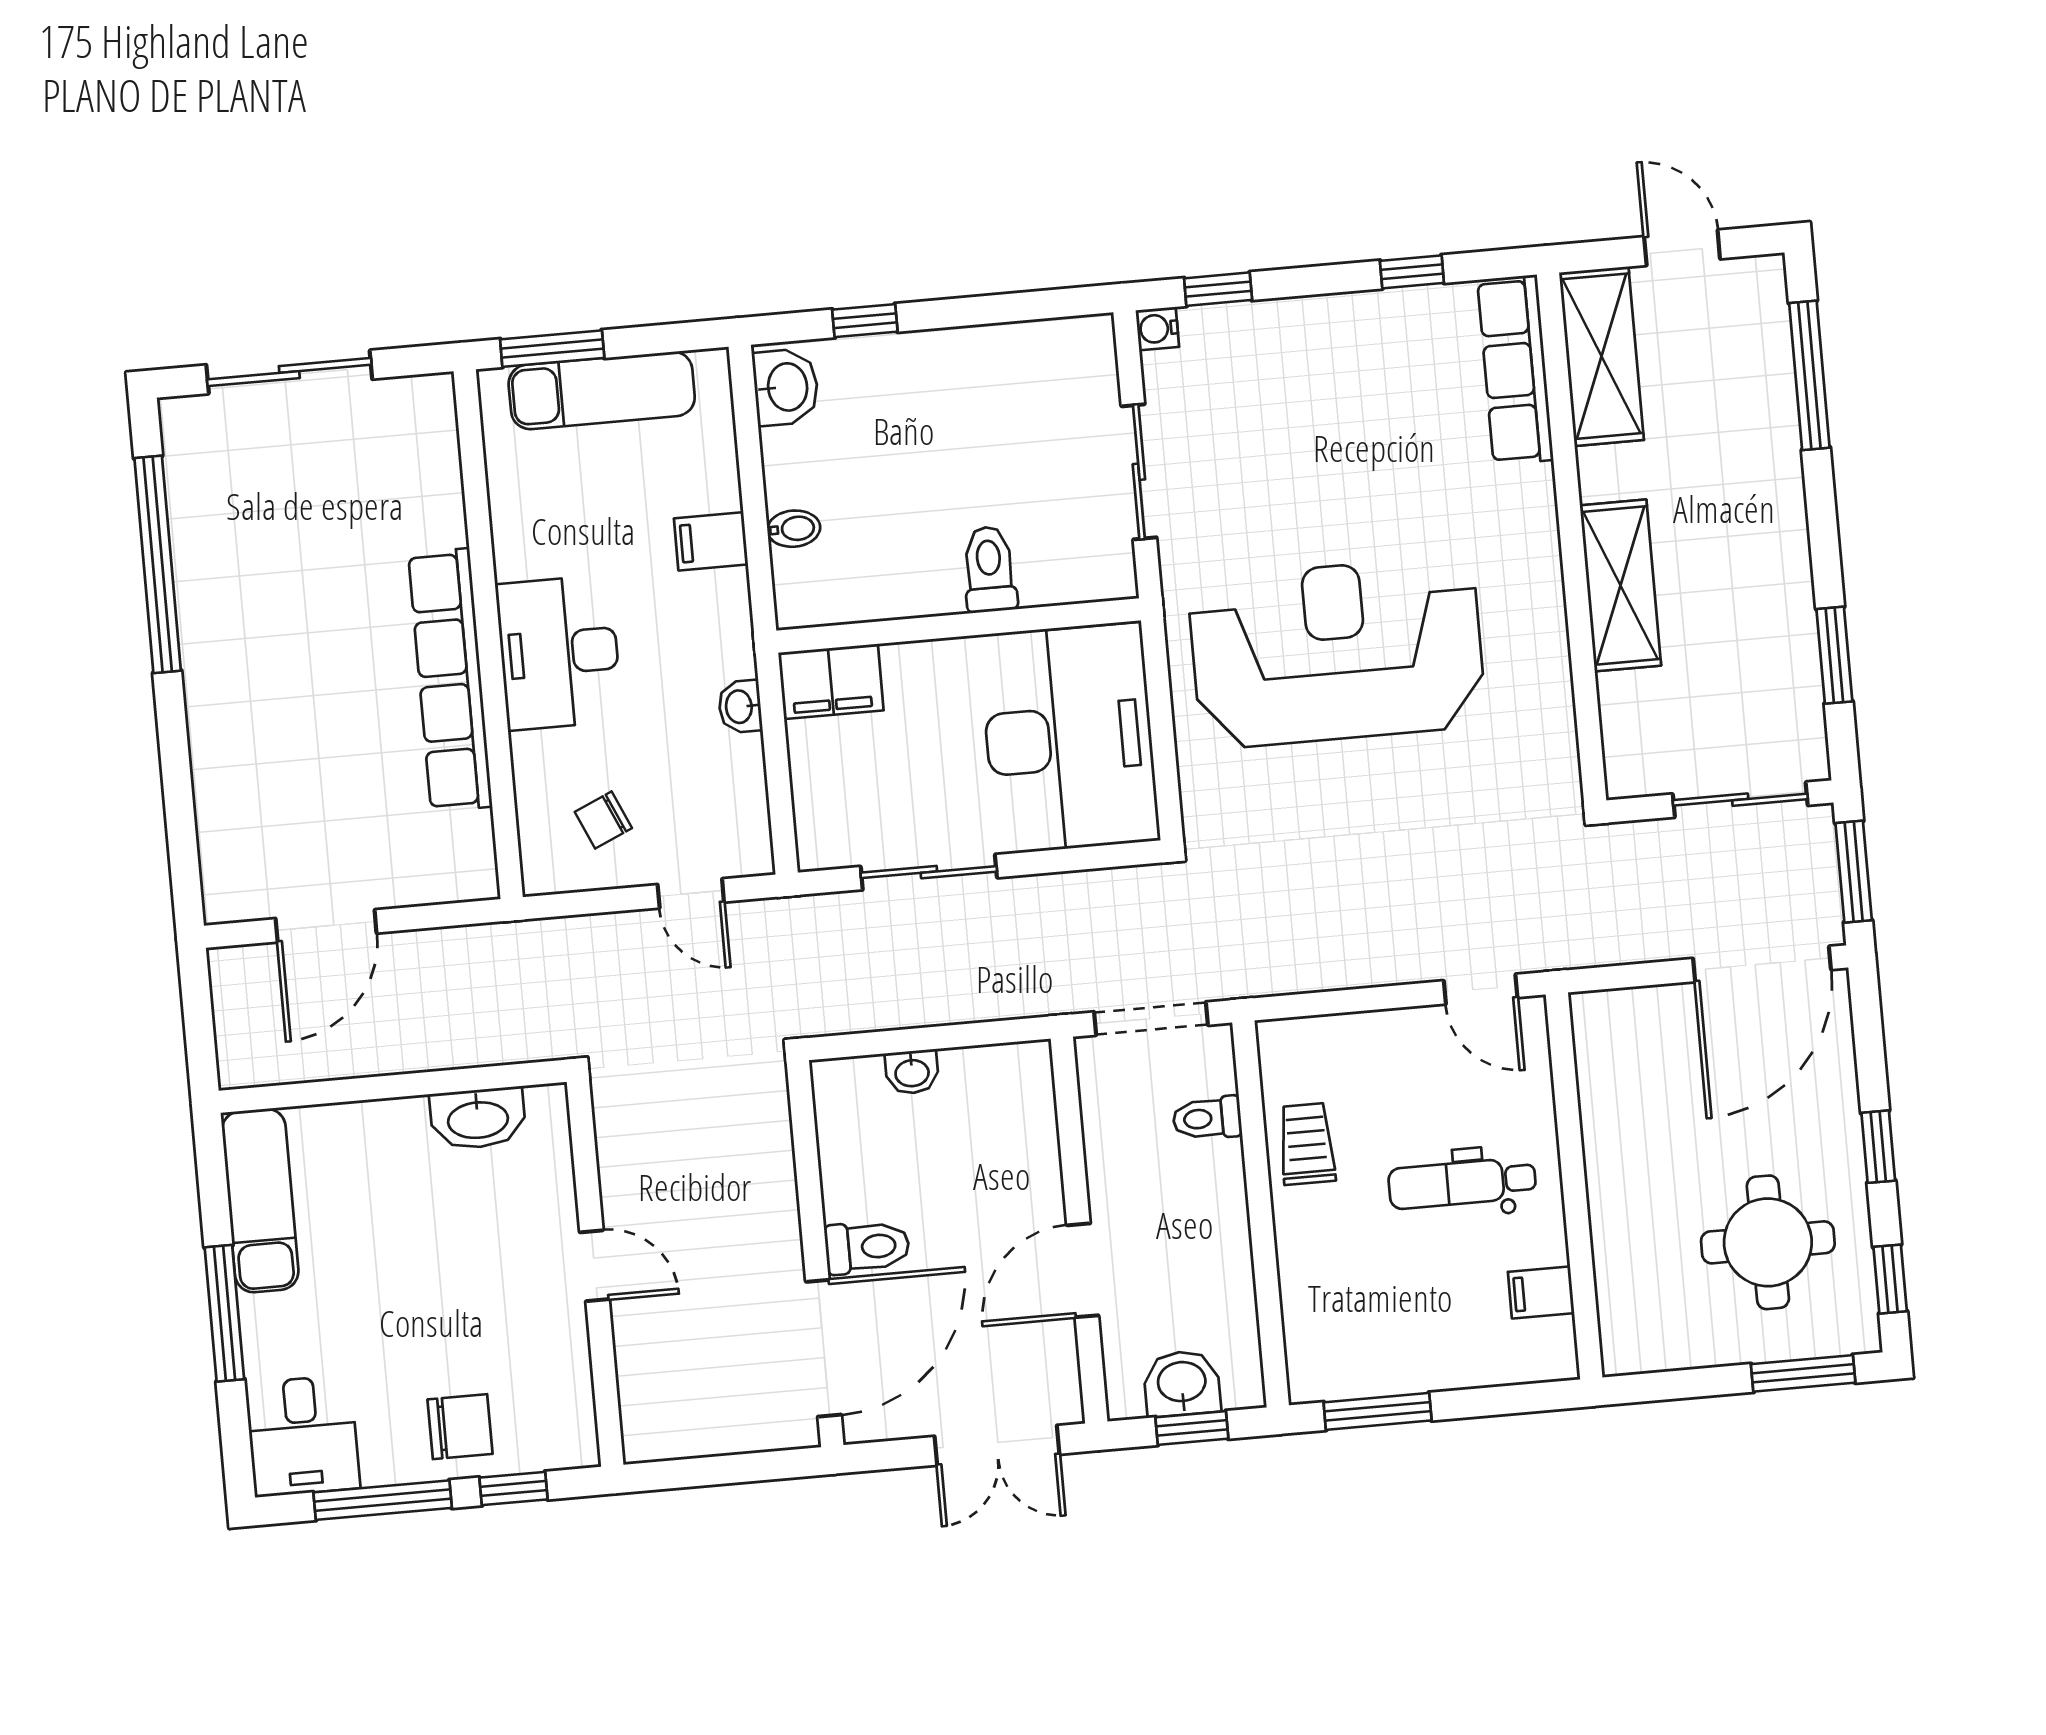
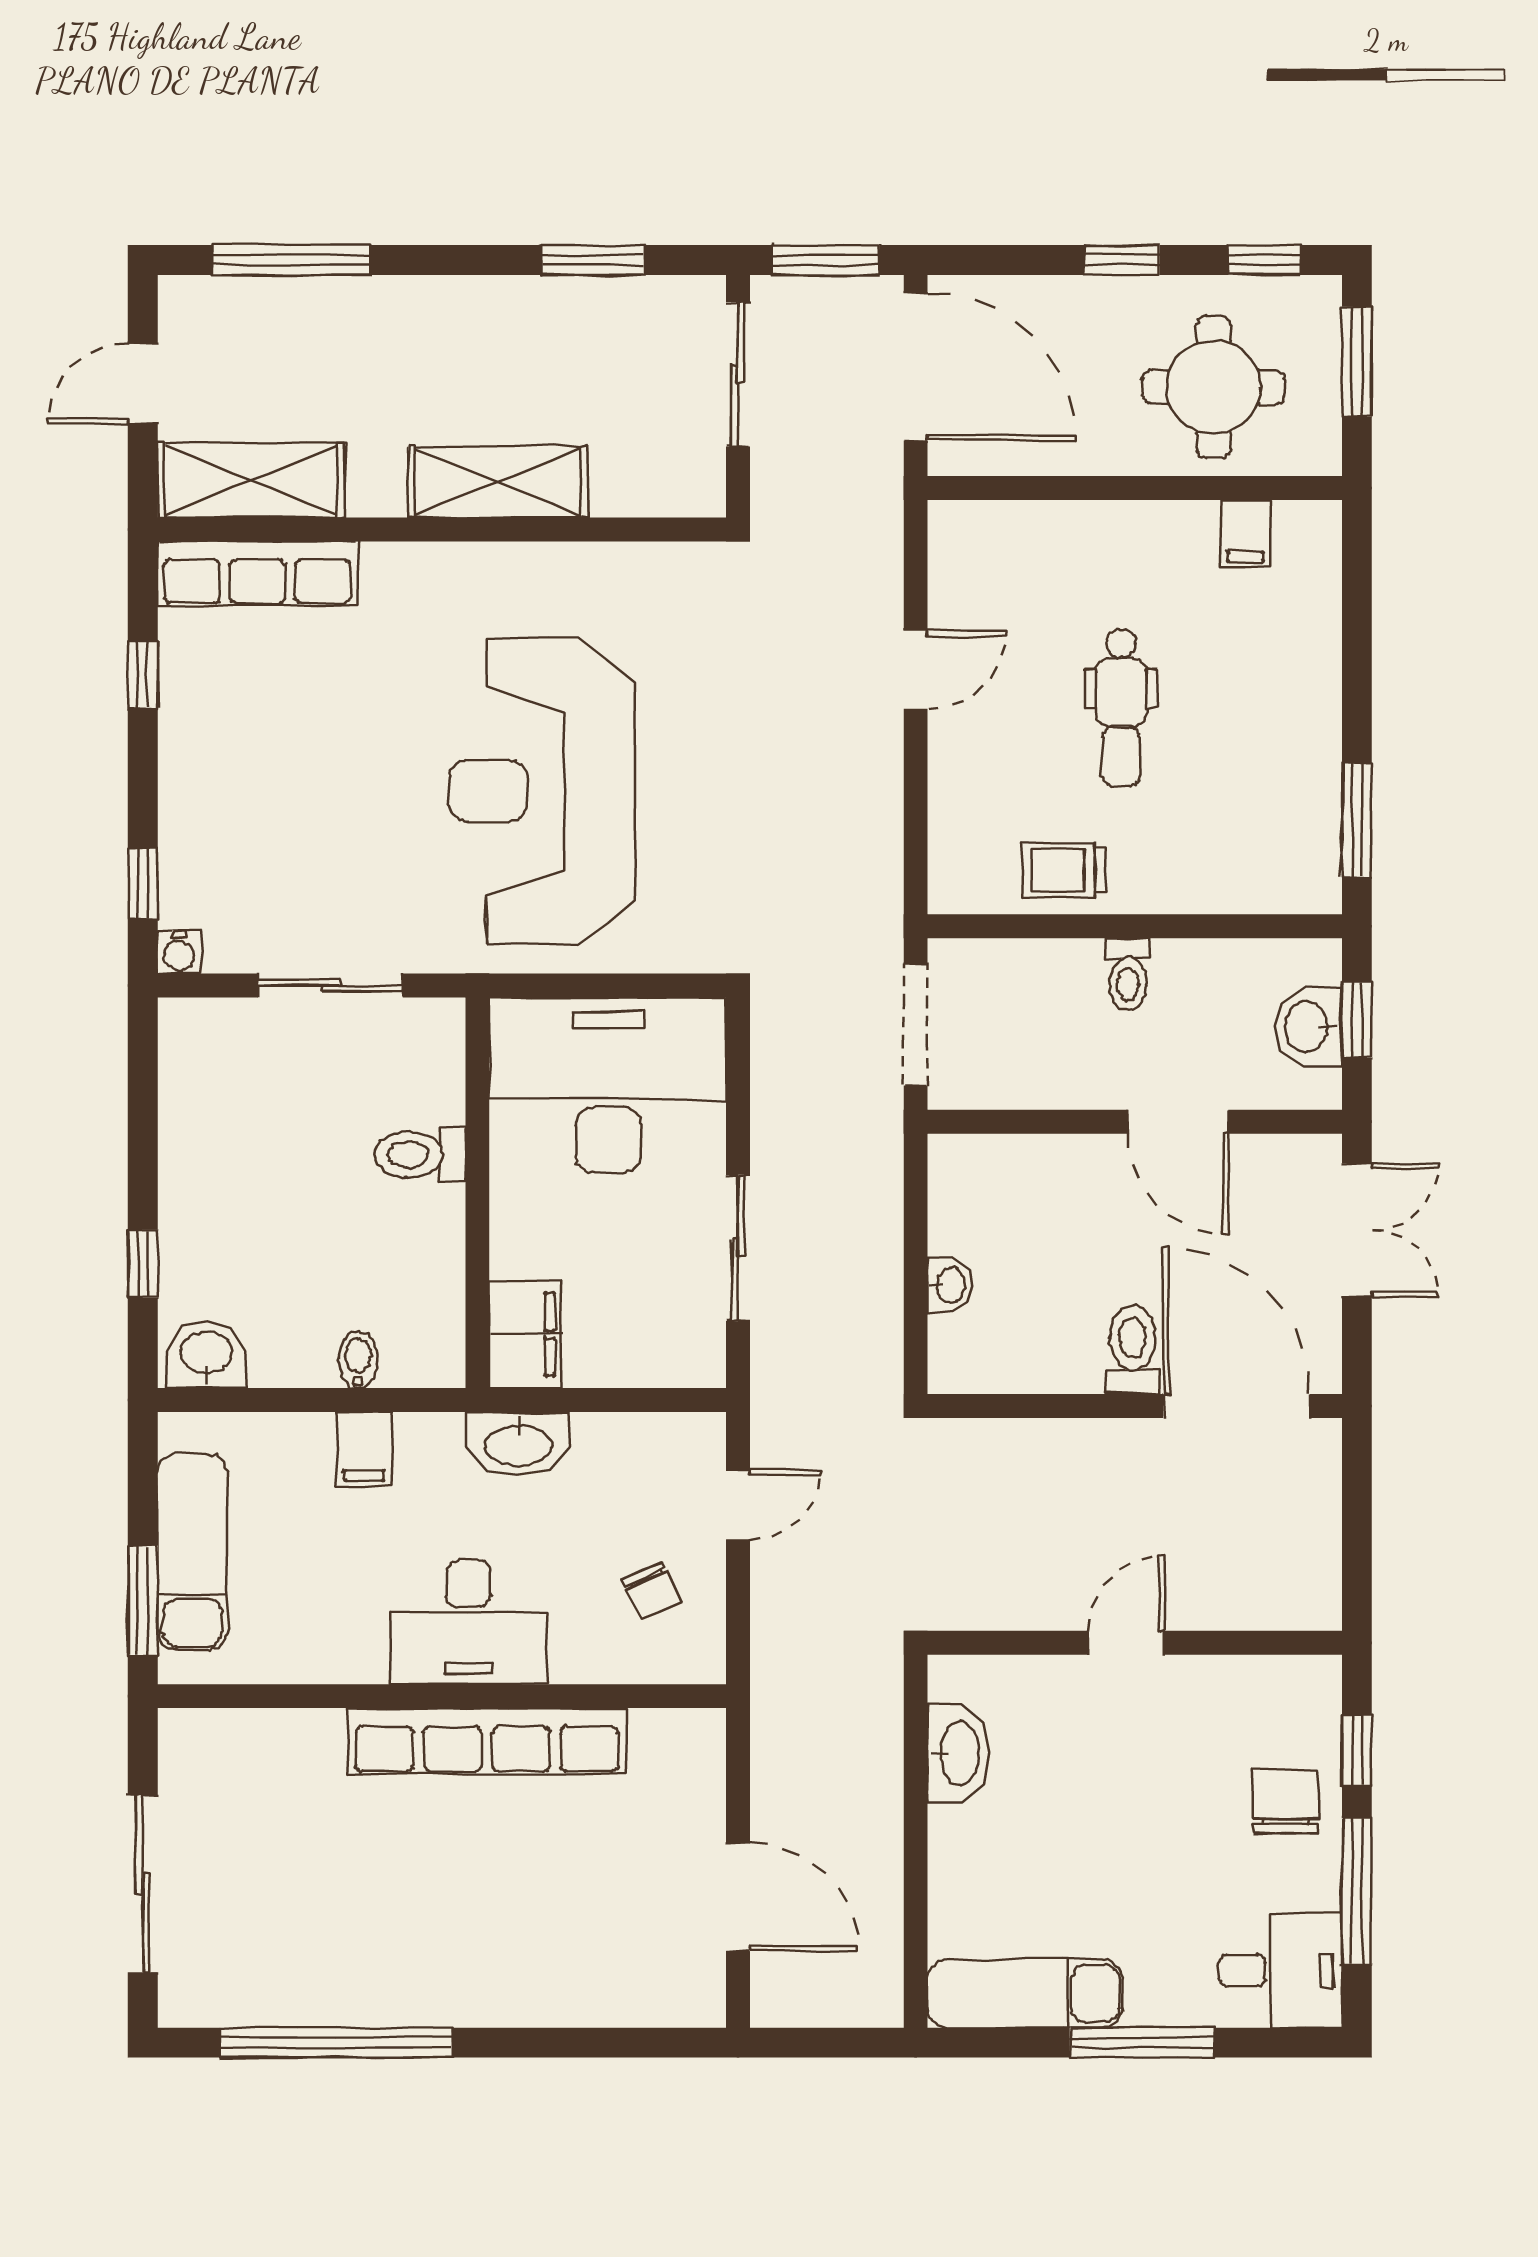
washbasin: (740, 707) -> (518, 1444), width x1.91, depth x1.45
toilet: (1207, 1118) -> (1128, 974), moved
wall: (1574, 1186) -> (1135, 488), moved
filing cabinet: (1541, 1292) -> (1245, 533), moved

